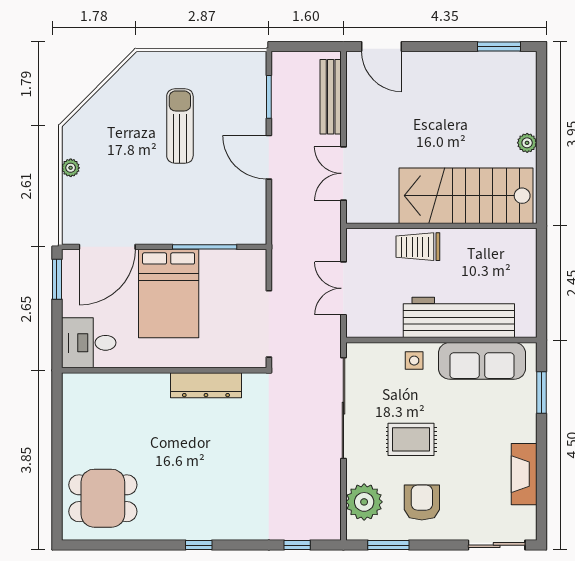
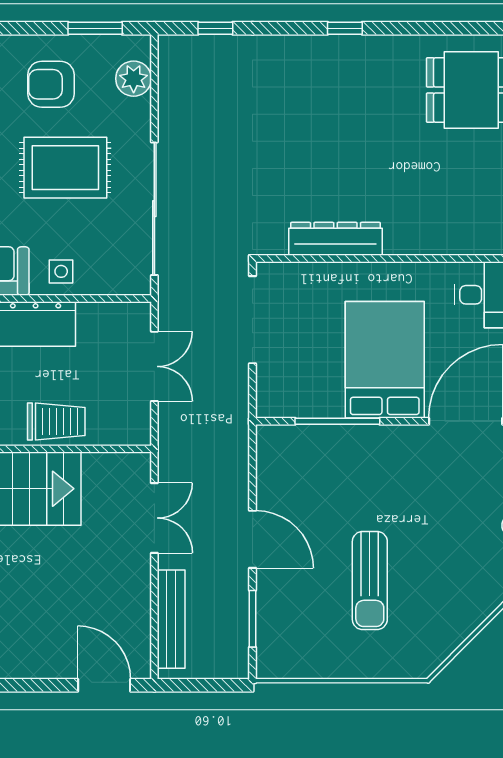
rug: (411, 439) -> (65, 168), width x1.36, depth x1.43
plant: (364, 502) -> (134, 79), width x0.73, depth x0.73
armchair: (422, 503) -> (51, 84), turned 90

